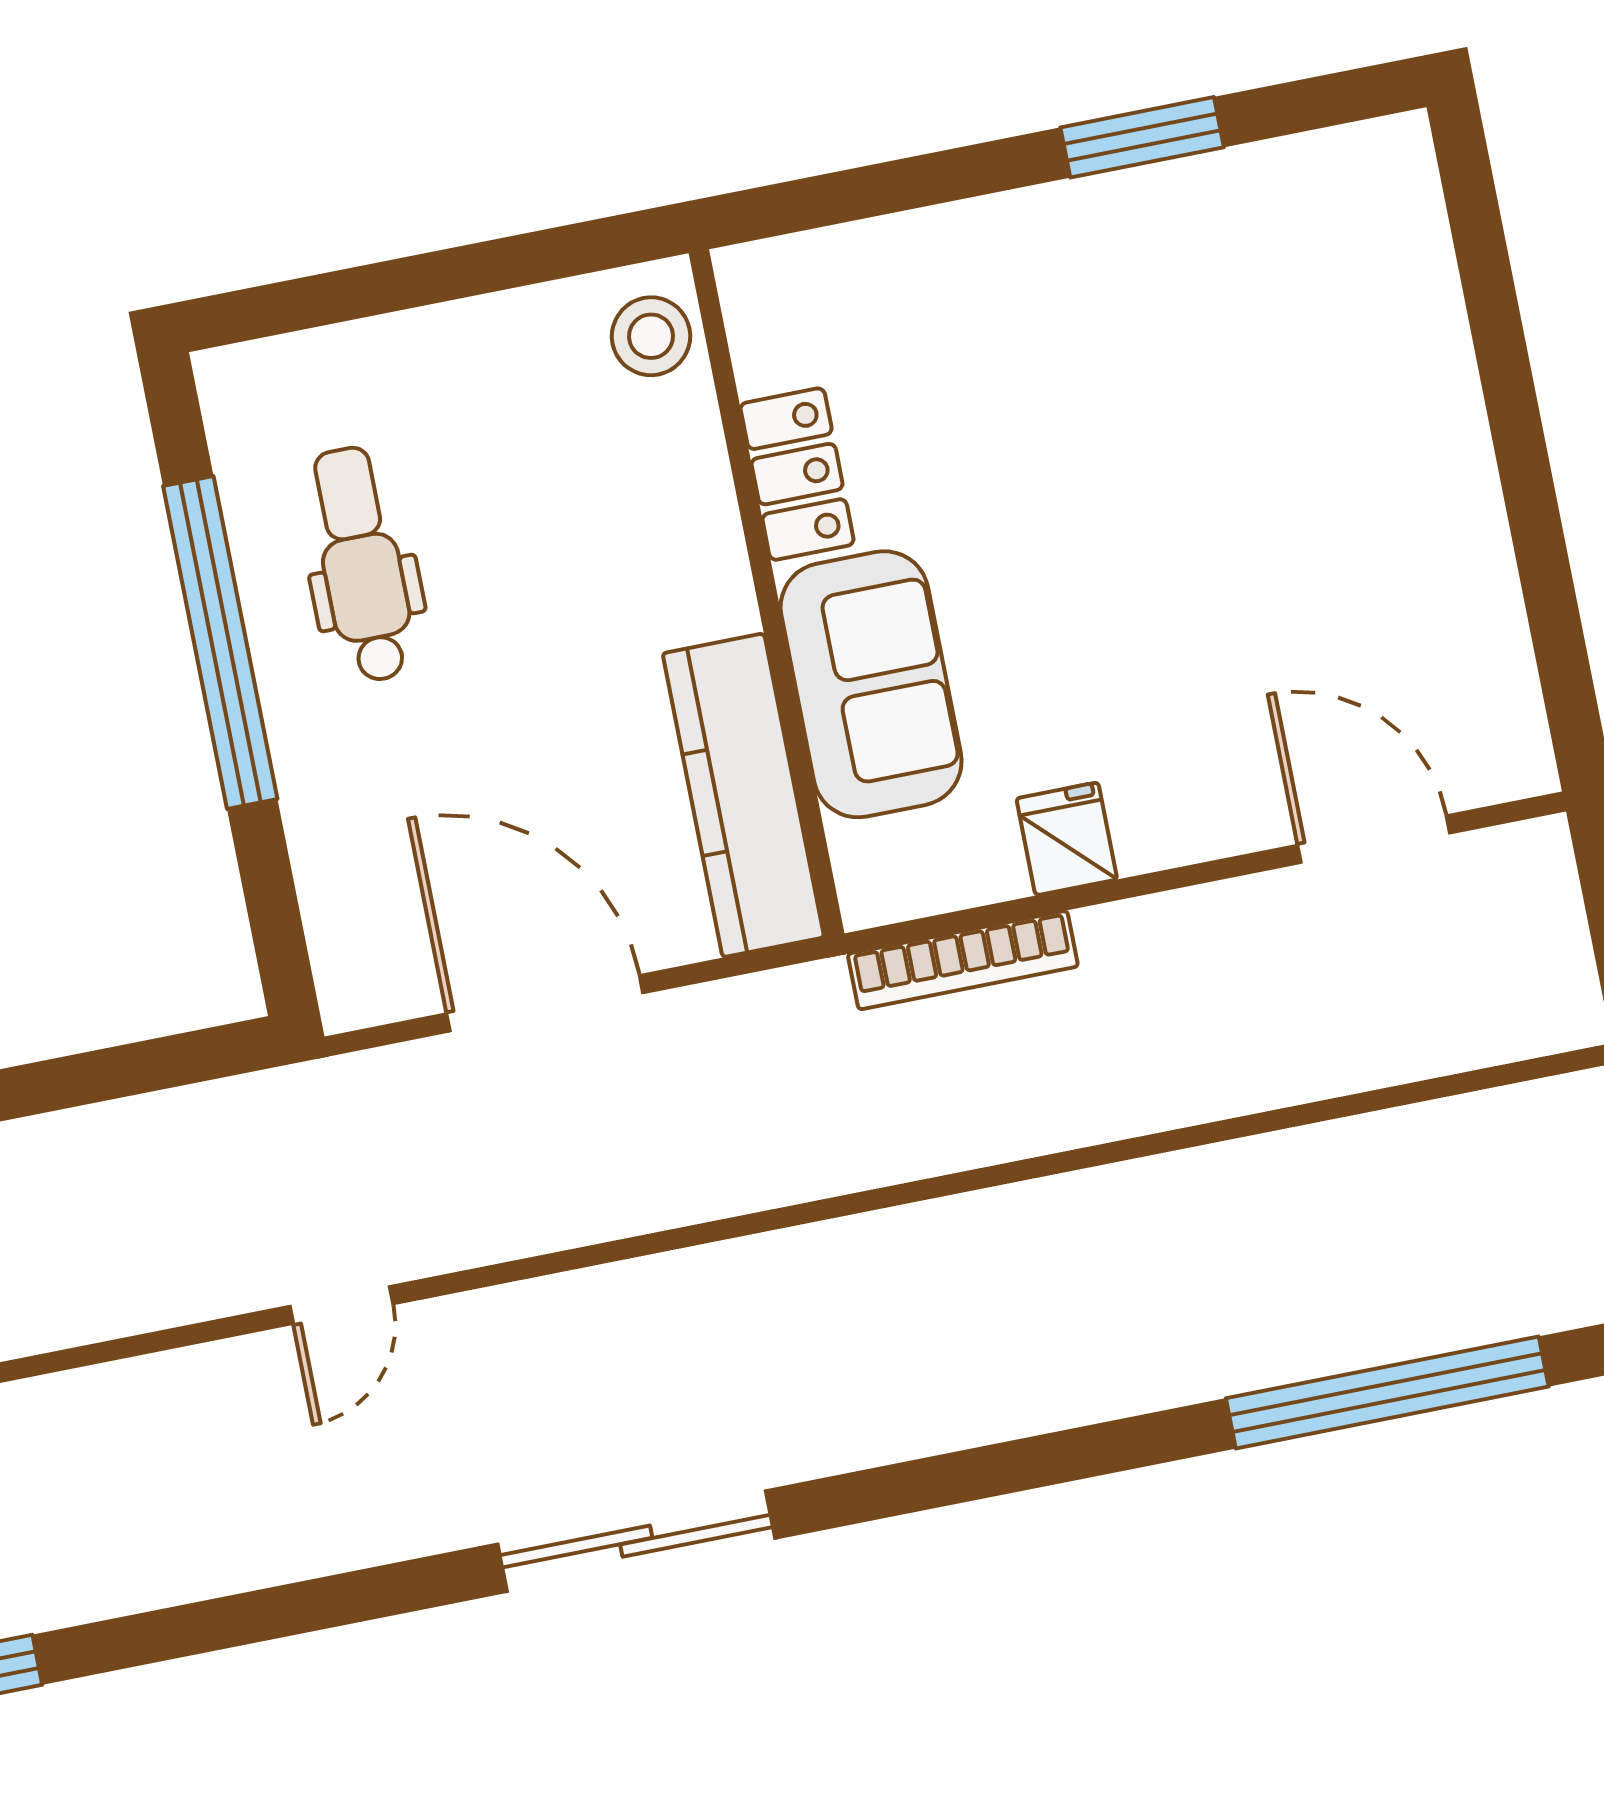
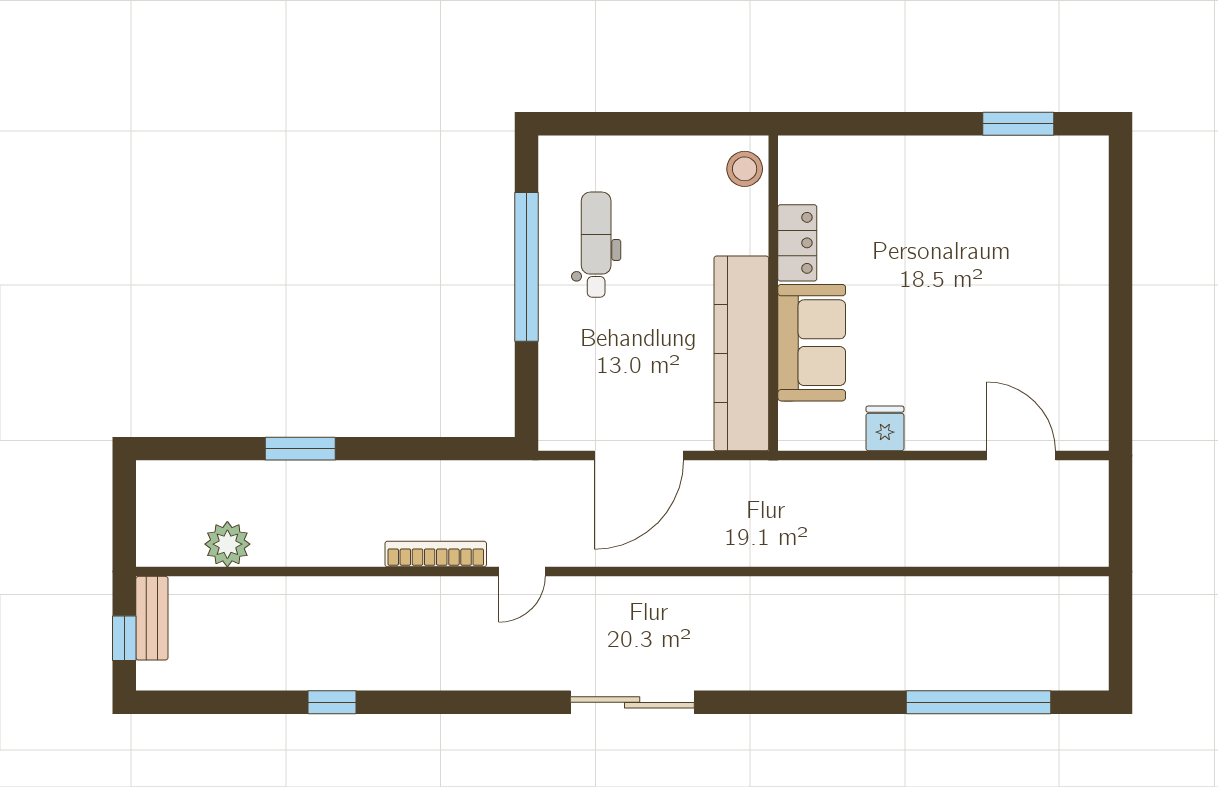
window: (1142, 137) -> (1018, 124), moved
kitchen counter: (743, 795) -> (741, 353), width x1.39, depth x1.17
bookcase: (963, 960) -> (436, 554), moved, turned 180
door: (545, 1003) -> (639, 456), swing flipped

